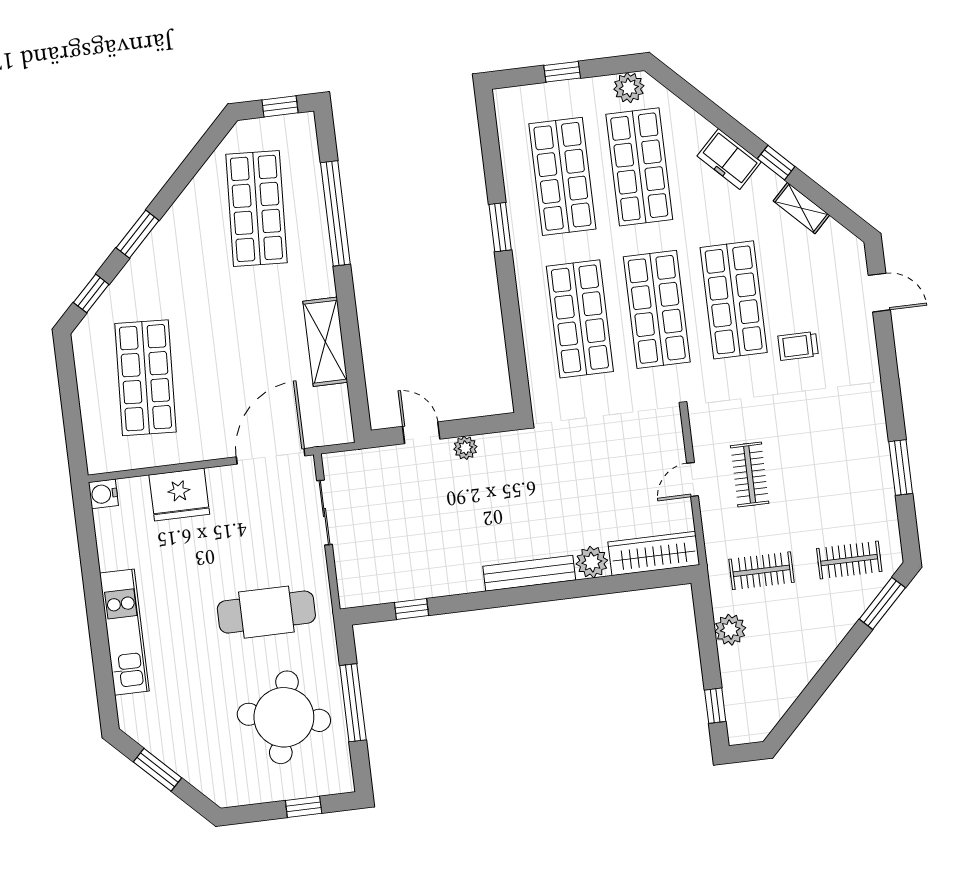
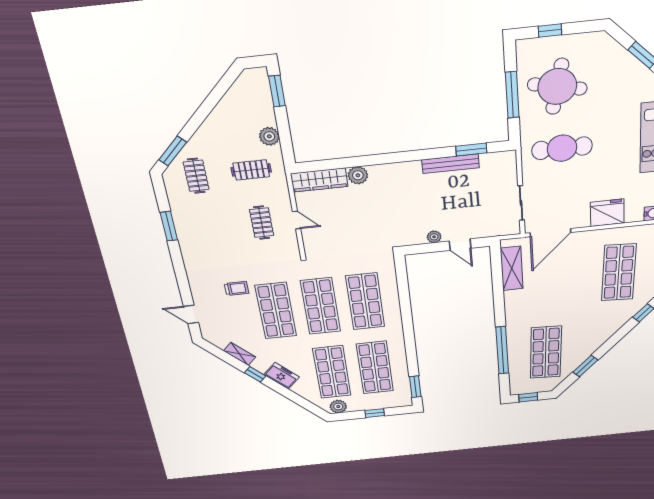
window: (500, 227) -> (415, 387), moved
window: (138, 234) -> (585, 366), moved
shelving: (325, 342) -> (512, 268), moved
door: (693, 479) -> (297, 220), hinge flipped
clothes rail: (849, 560) -> (196, 176), turned 90
bench: (529, 573) -> (450, 164), moved
window: (411, 609) -> (471, 150), width x1.50
window: (715, 706) -> (277, 91), width x1.50

